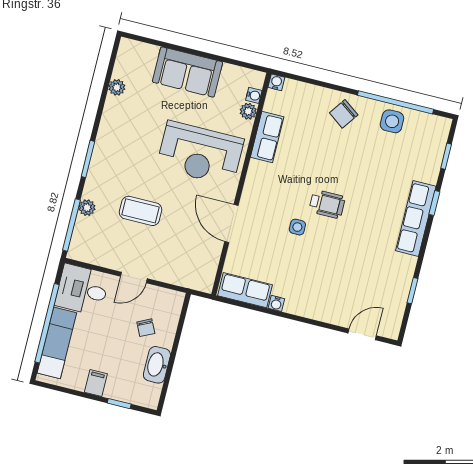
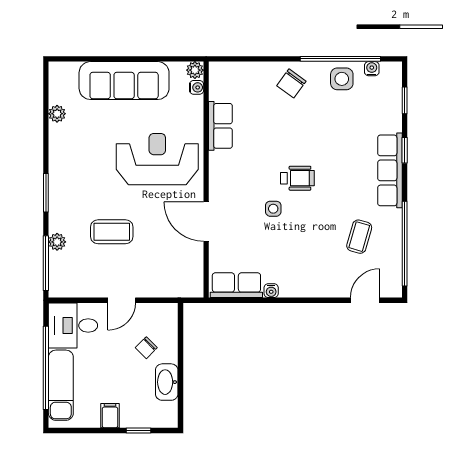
sofa: (187, 72) -> (124, 81), width x1.36
water cooler: (276, 82) -> (372, 69), moved
plant: (248, 111) -> (195, 70), moved
reception desk: (200, 153) -> (157, 159), turned 180
coffee table: (372, 273) -> (359, 237), added
window: (413, 291) -> (405, 244), width x3.17
chair: (146, 328) -> (146, 348), turned 71

